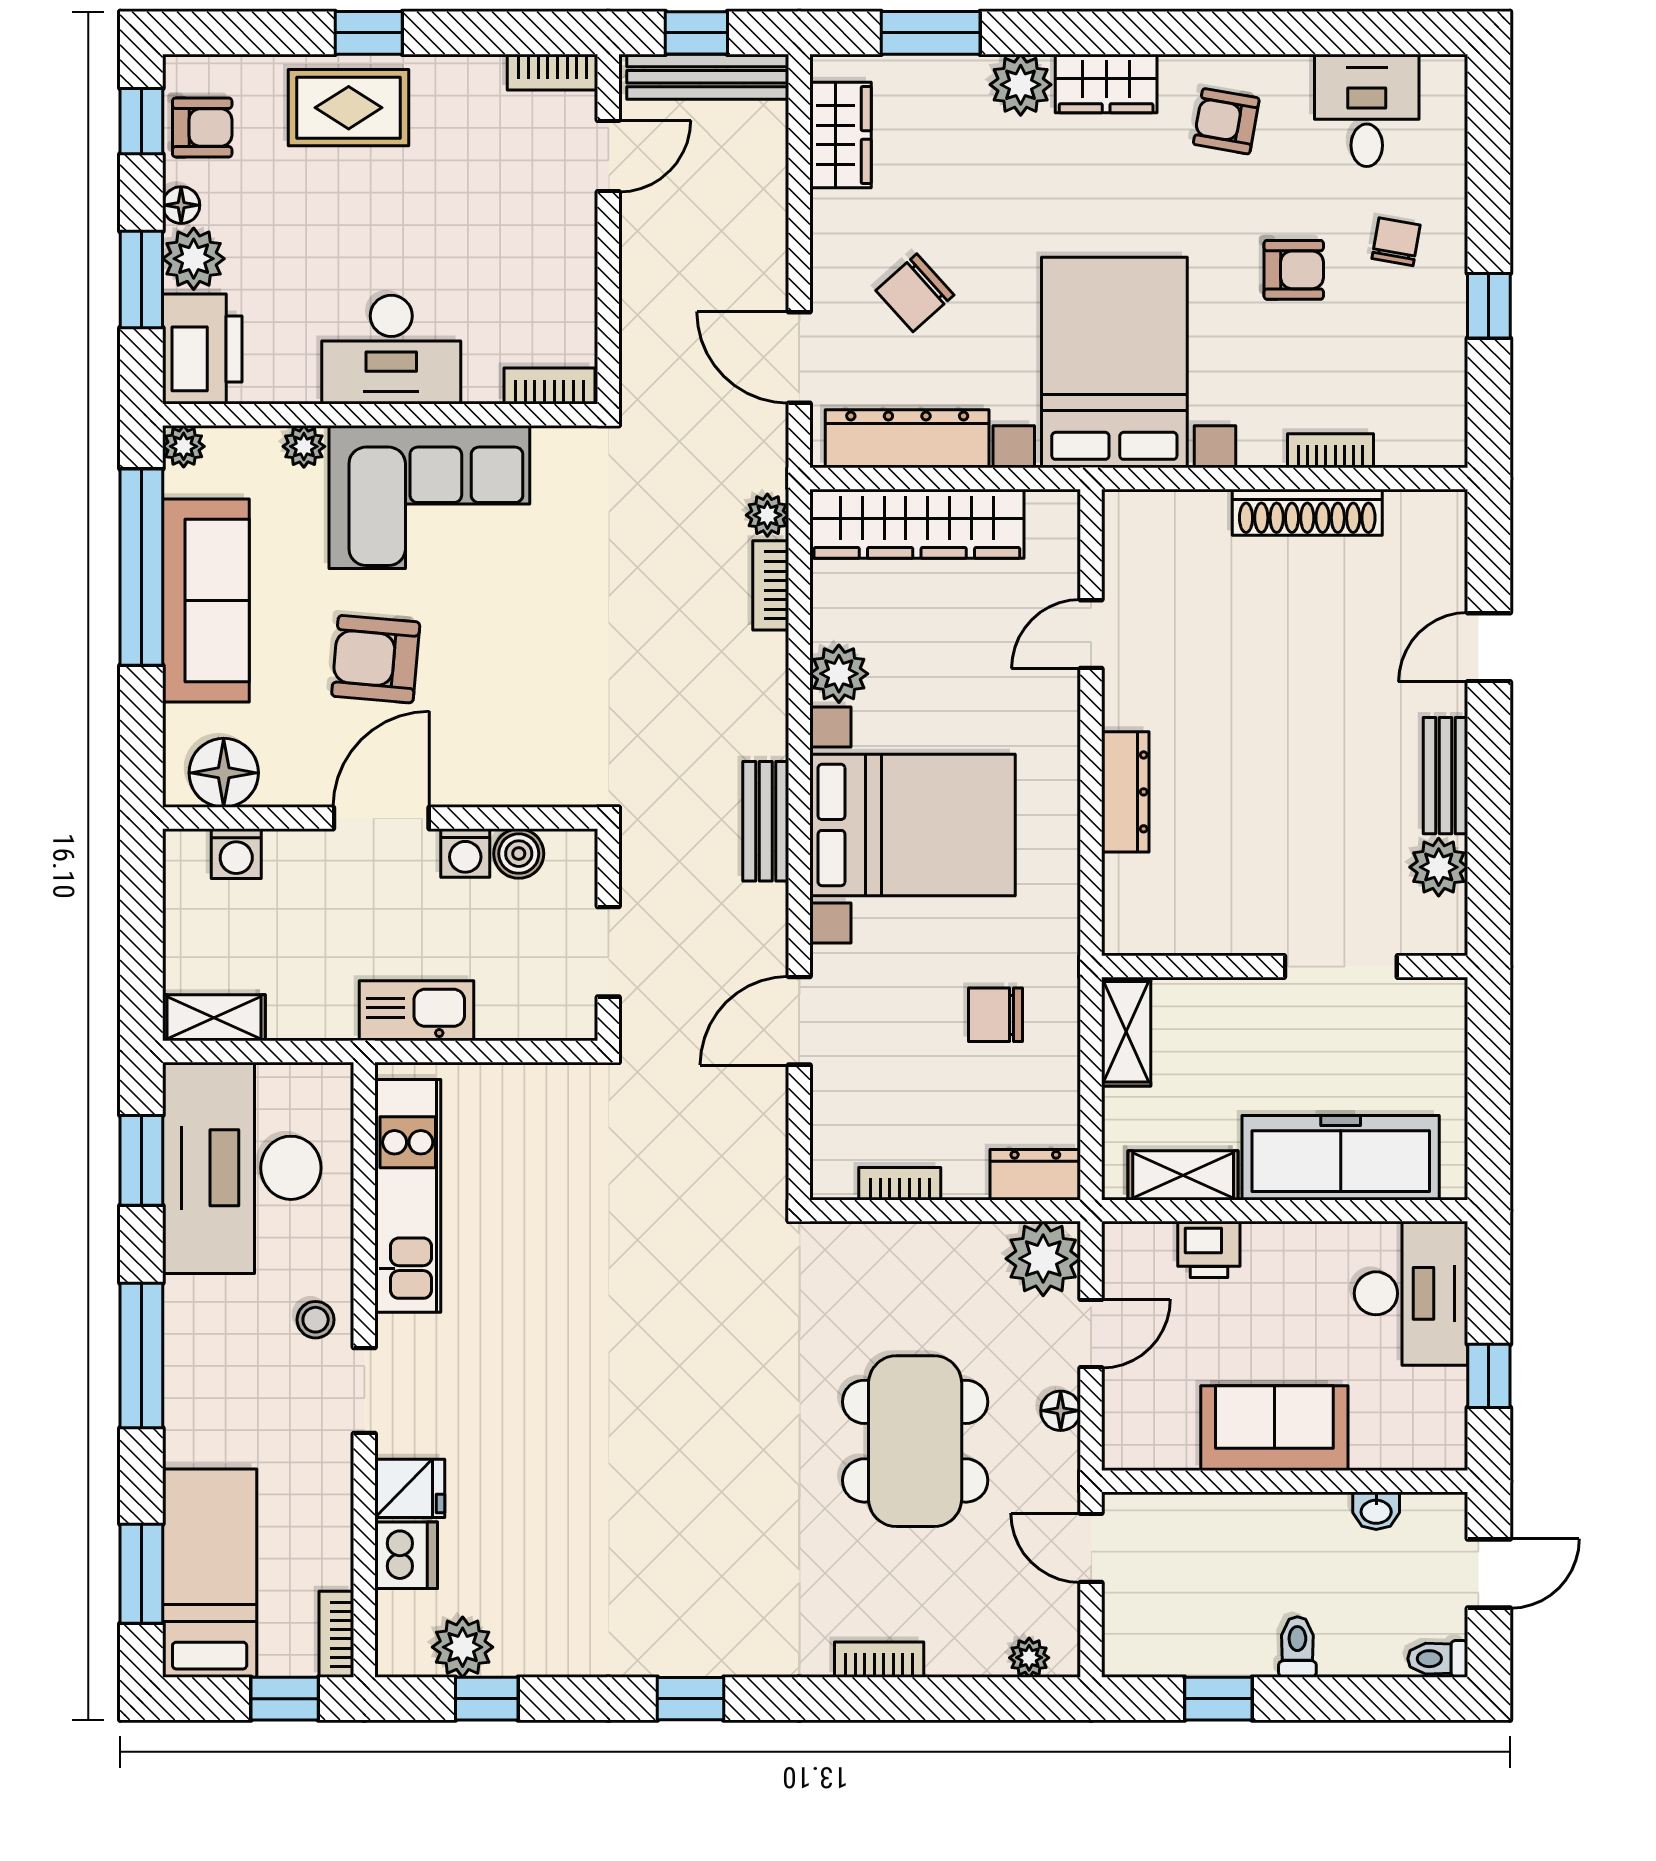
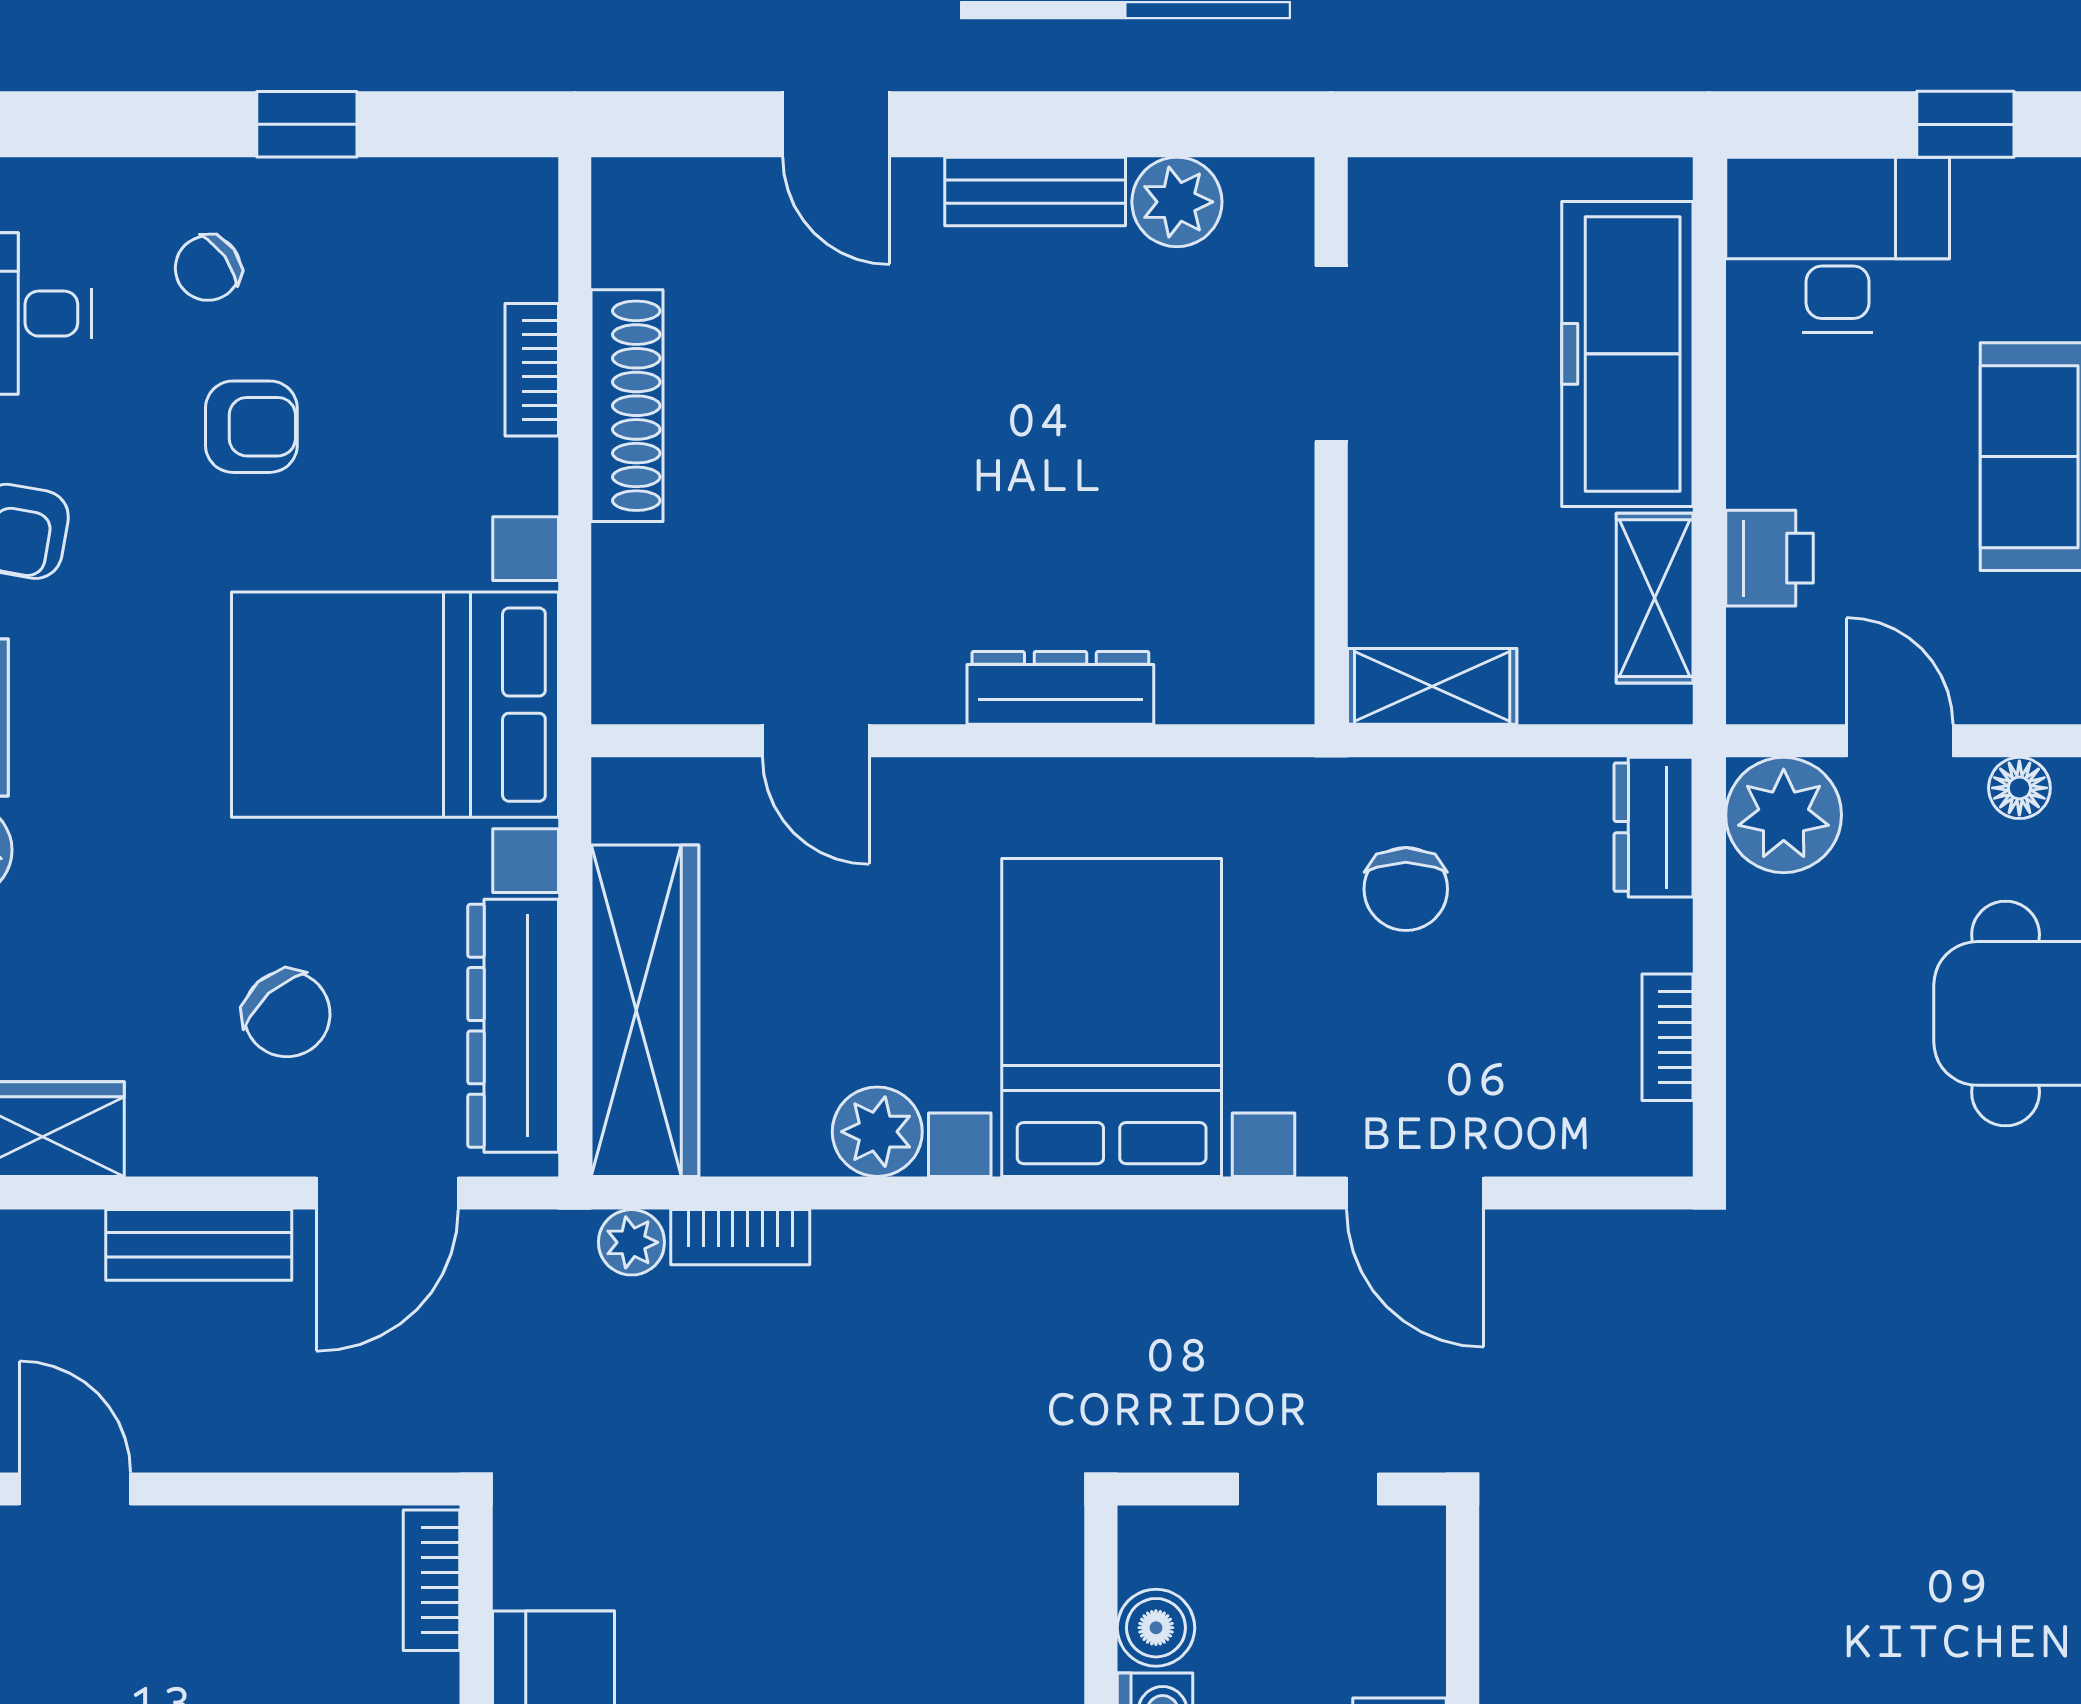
chair: (1396, 242) -> (208, 268), turned -46
armchair: (1294, 270) -> (251, 427), turned 90
bench: (766, 821) -> (199, 1245), moved

